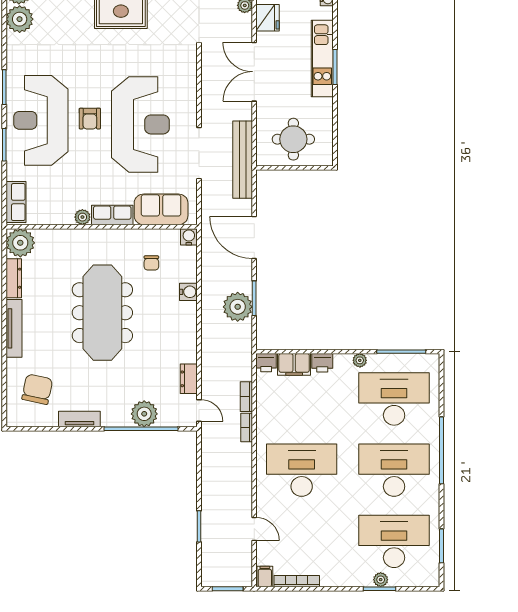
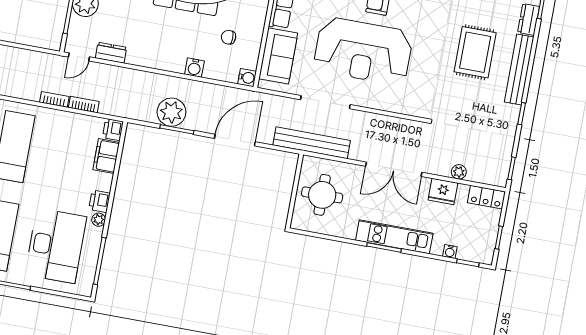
double door: (254, 72) -> (394, 169), swing flipped
printer: (322, 363) -> (100, 201), moved

